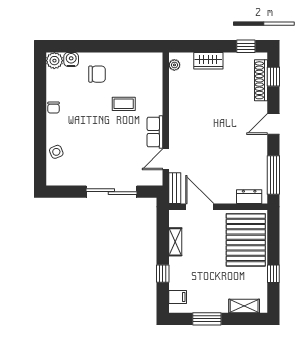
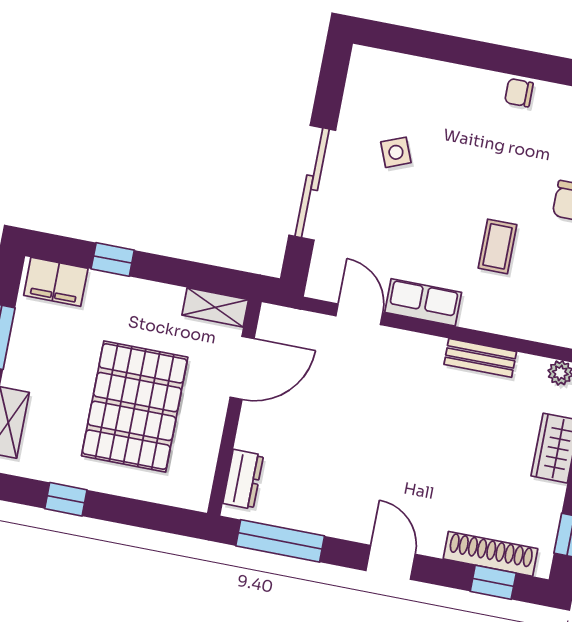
side table: (56, 152) -> (396, 152), moved
bench: (175, 188) -> (480, 358), moved
pallet: (246, 240) -> (135, 406), moved, turned 90
shelving: (175, 242) -> (215, 307), moved
filing cabinet: (178, 297) -> (56, 282), width x2.00

